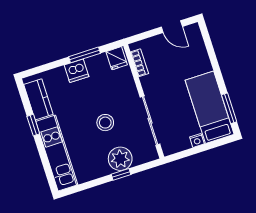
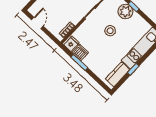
dishwasher: (76, 71) -> (80, 52), moved

